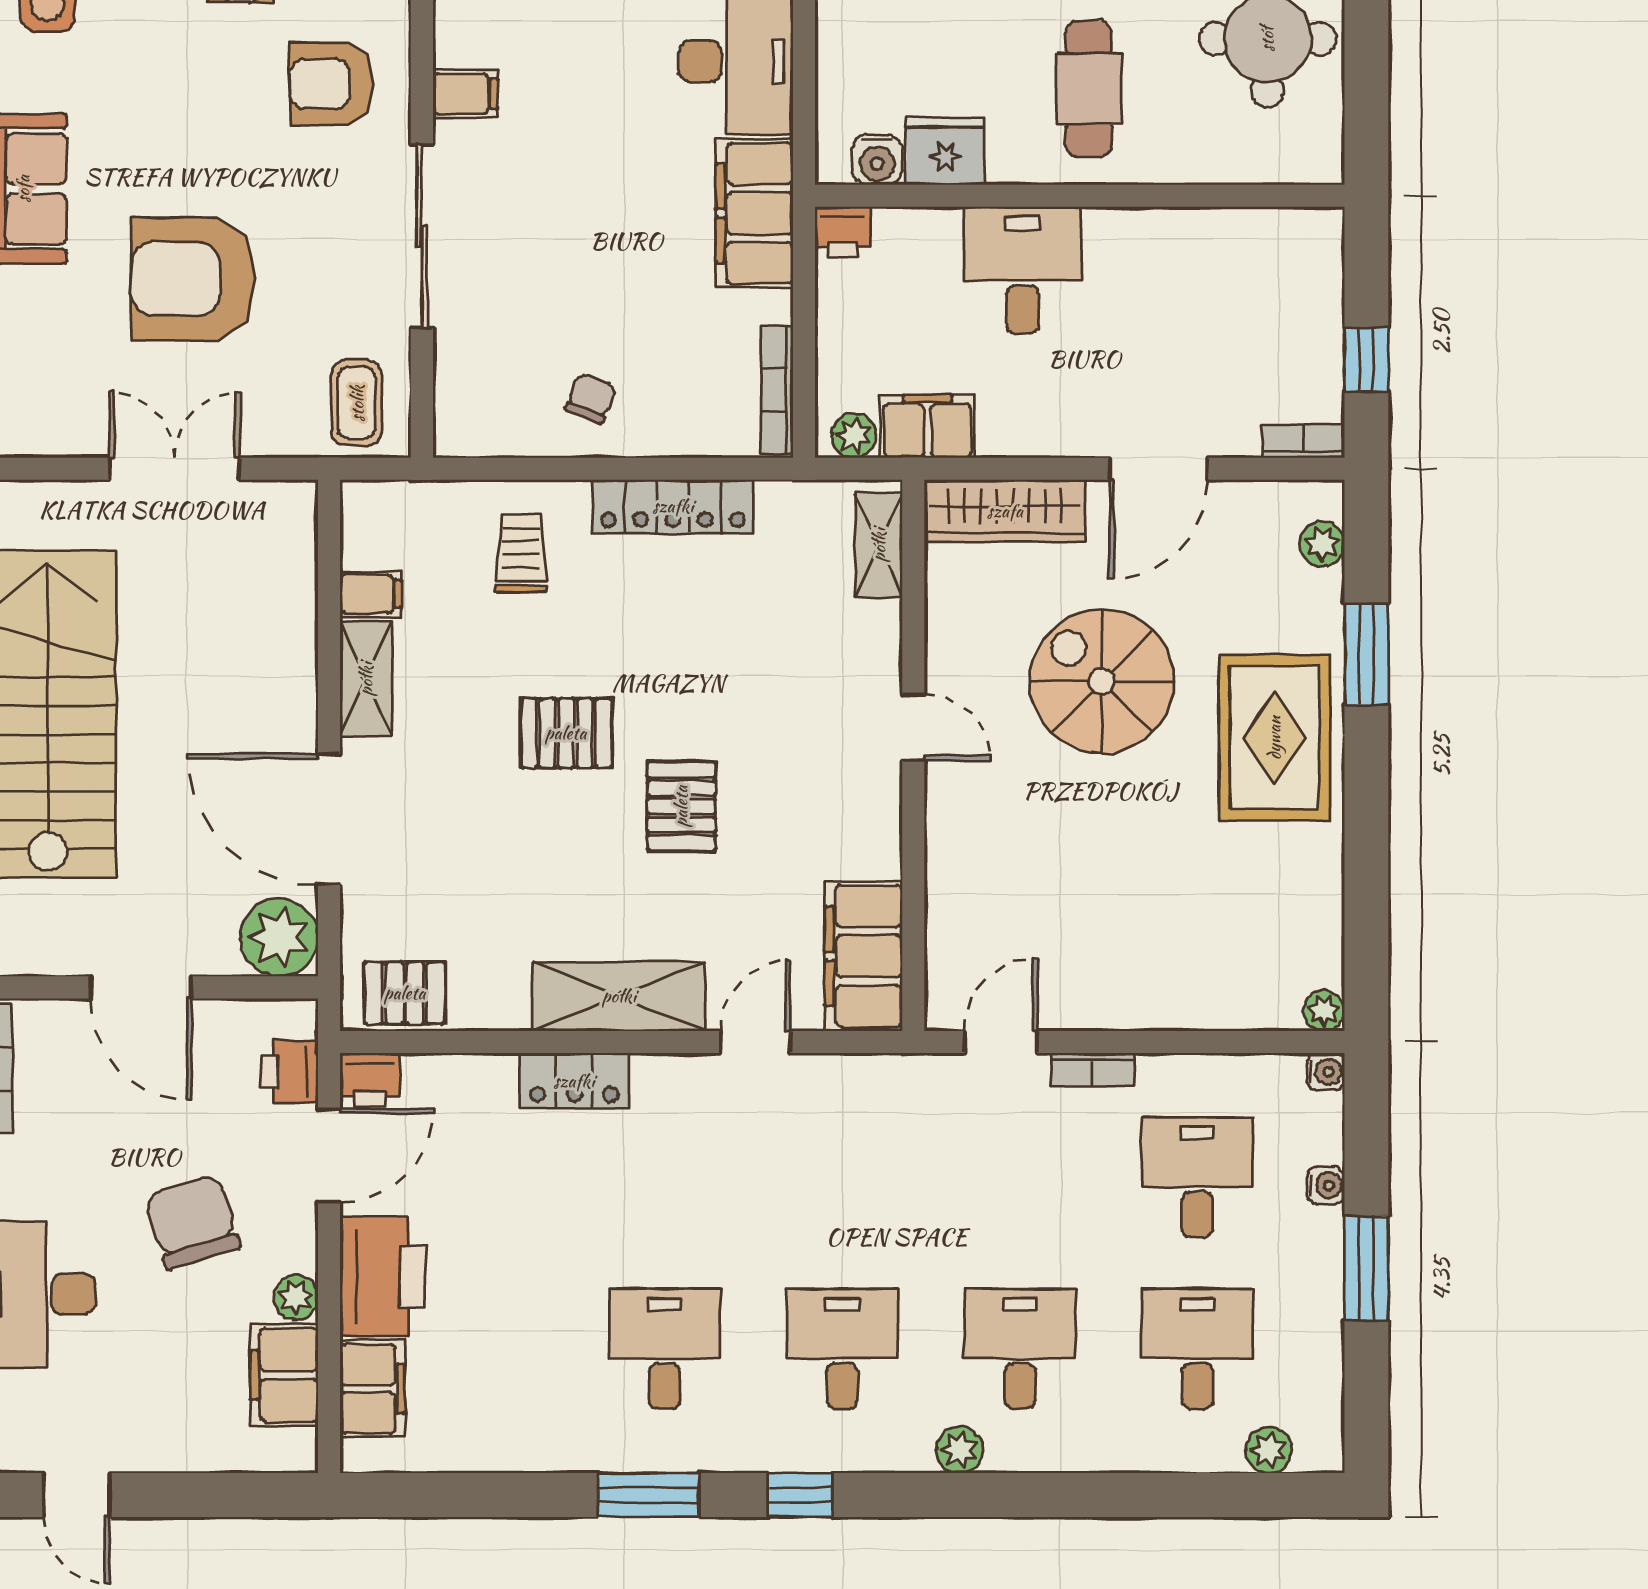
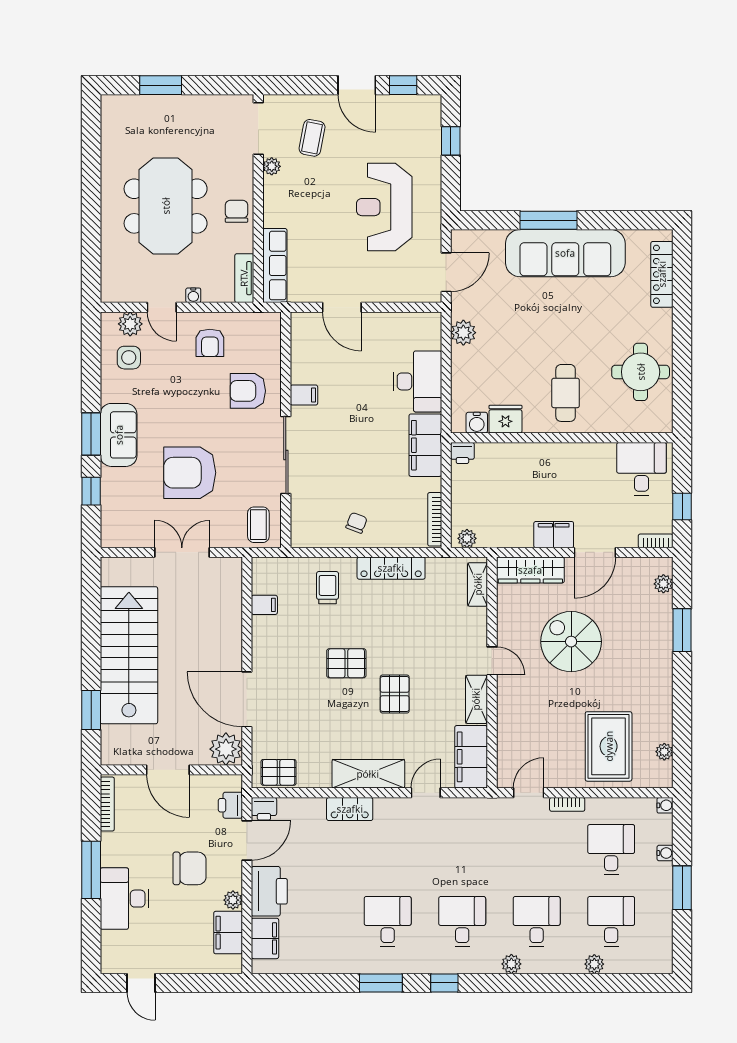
desk: (1023, 270) -> (642, 469), moved
filing cabinet: (927, 426) -> (554, 535), moved
shelving: (366, 679) -> (476, 699), moved
rug: (1274, 738) -> (609, 746), moved
plant: (1324, 1011) -> (664, 752), moved
chair: (193, 1222) -> (190, 868), turned 107
plant: (1269, 1450) -> (594, 964), moved

